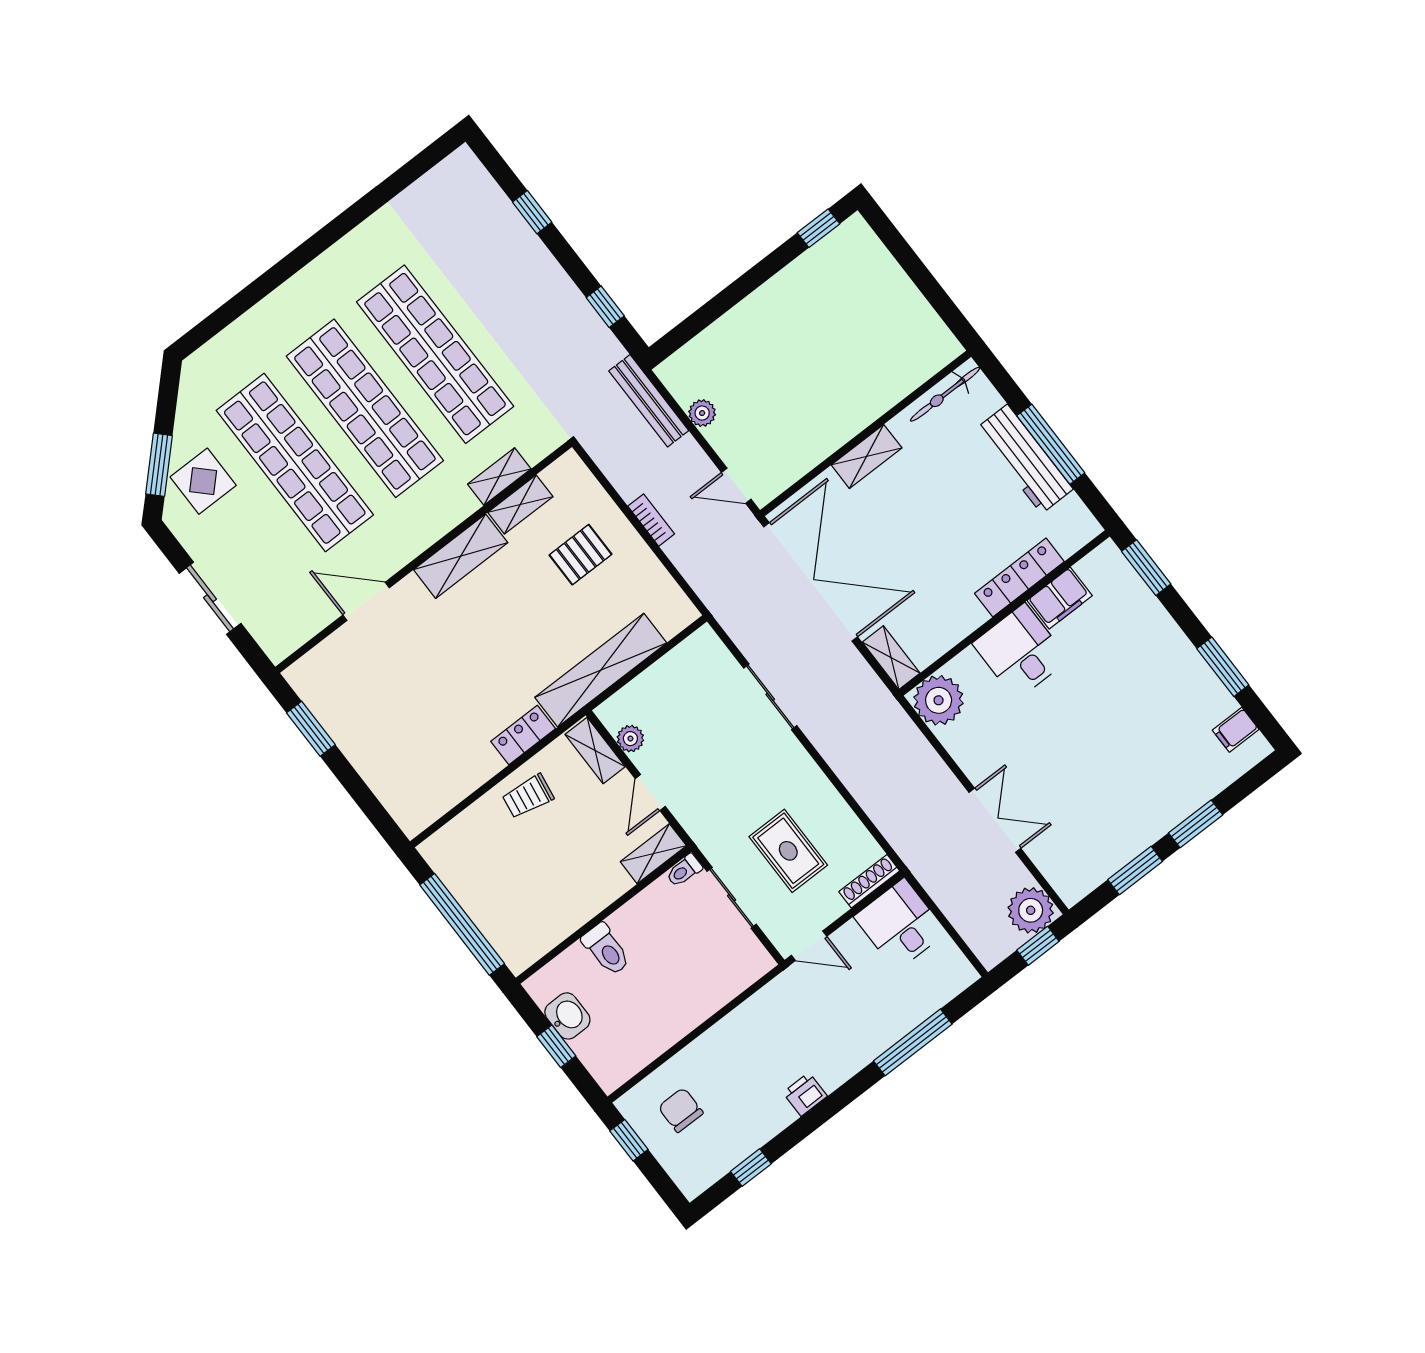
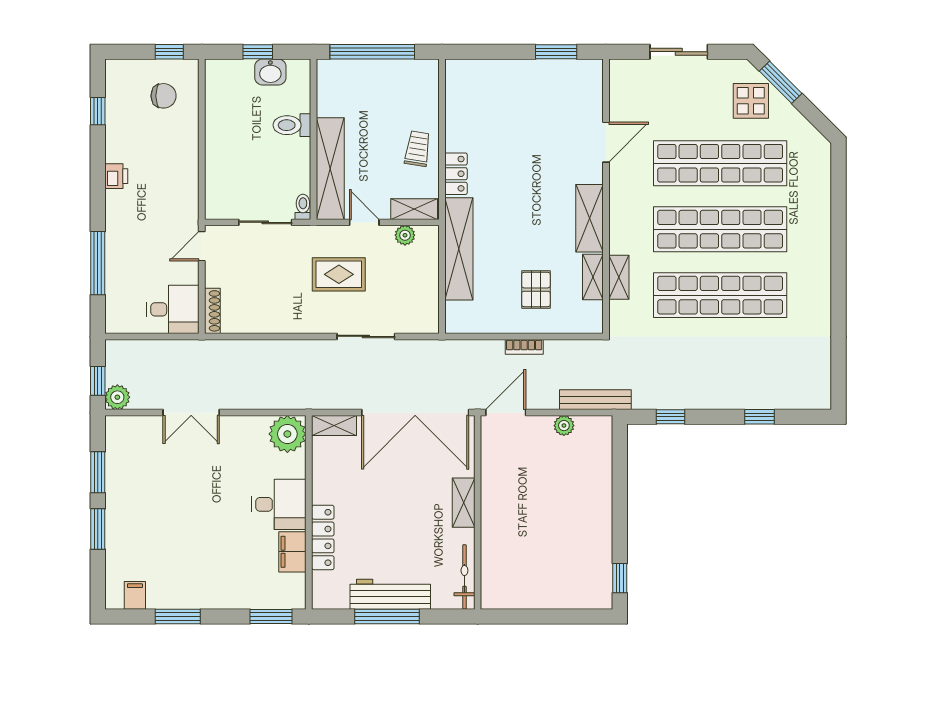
door: (736, 486) -> (506, 413), width x1.38
rug: (788, 851) -> (339, 274), moved
shelving: (653, 854) -> (330, 169), width x2.20, depth x1.33
plant: (1031, 910) -> (117, 397), width x0.73, depth x0.73

